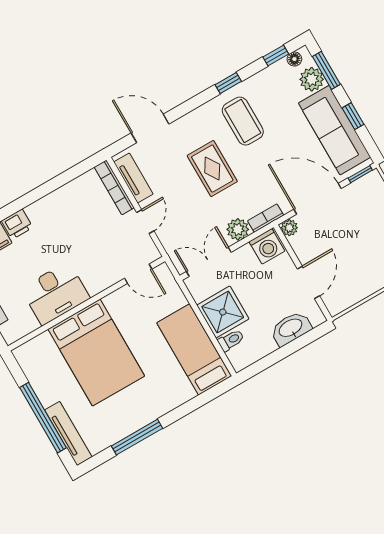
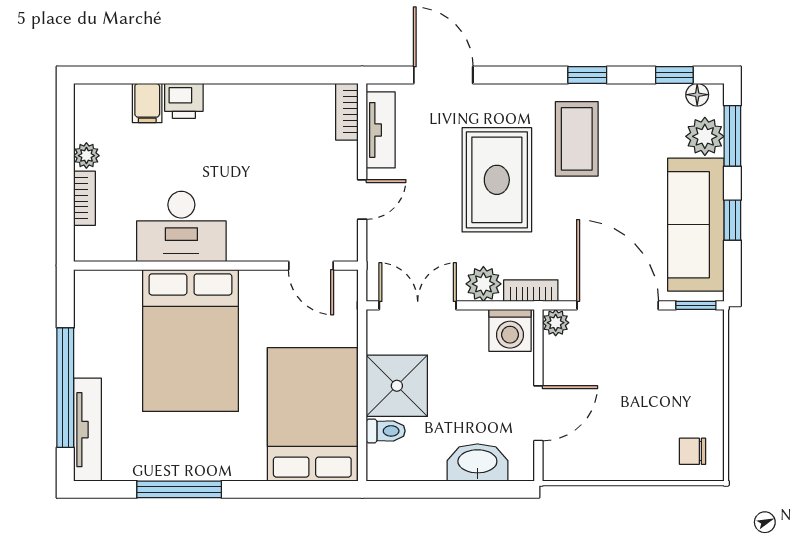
rug: (212, 169) -> (497, 180), width x1.36, depth x1.43
bookcase: (114, 187) -> (347, 112), width x0.64
bed: (194, 350) -> (312, 414), width x1.50

